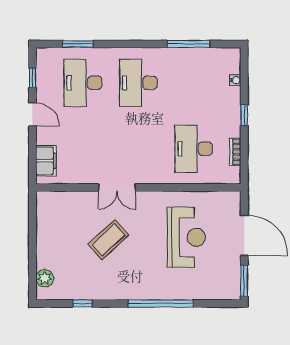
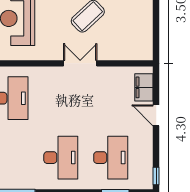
window: (32, 78) -> (156, 176), moved
door: (32, 114) -> (156, 115), moved

